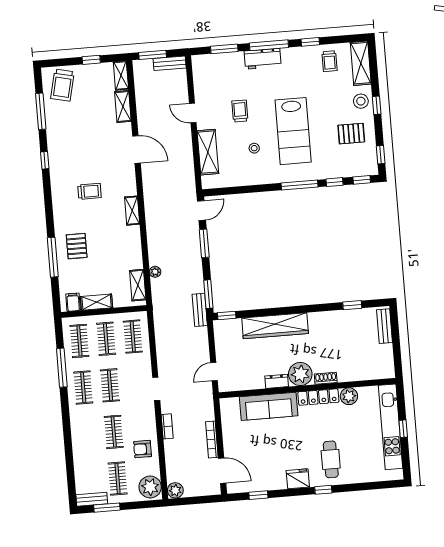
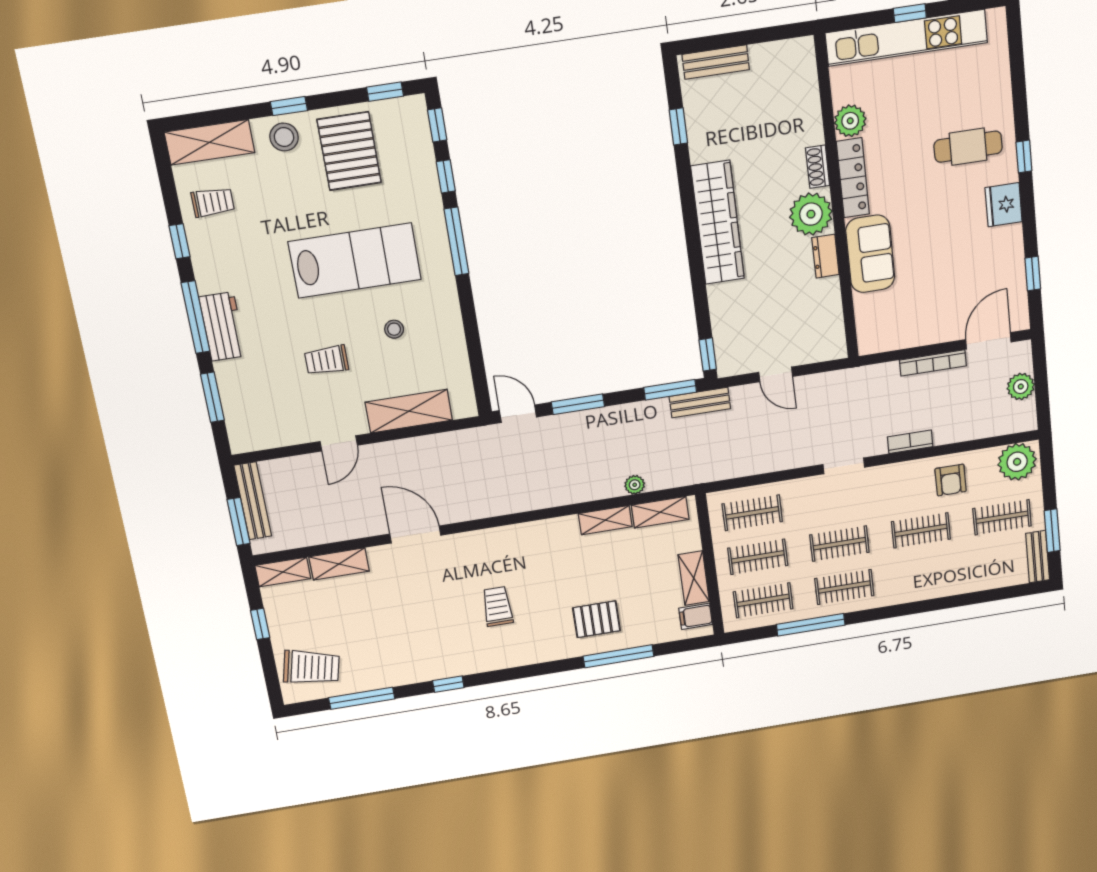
bench: (170, 63) -> (253, 501), width x1.36
pallet: (351, 134) -> (349, 151), width x1.50, depth x1.42
door: (136, 149) -> (415, 535), hinge flipped
shelving: (132, 211) -> (605, 520), moved
wardrobe: (275, 326) -> (718, 222), moved
door: (214, 372) -> (776, 374), moved
sofa: (269, 406) -> (870, 254), width x0.73
plant: (175, 490) -> (1021, 387), moved

